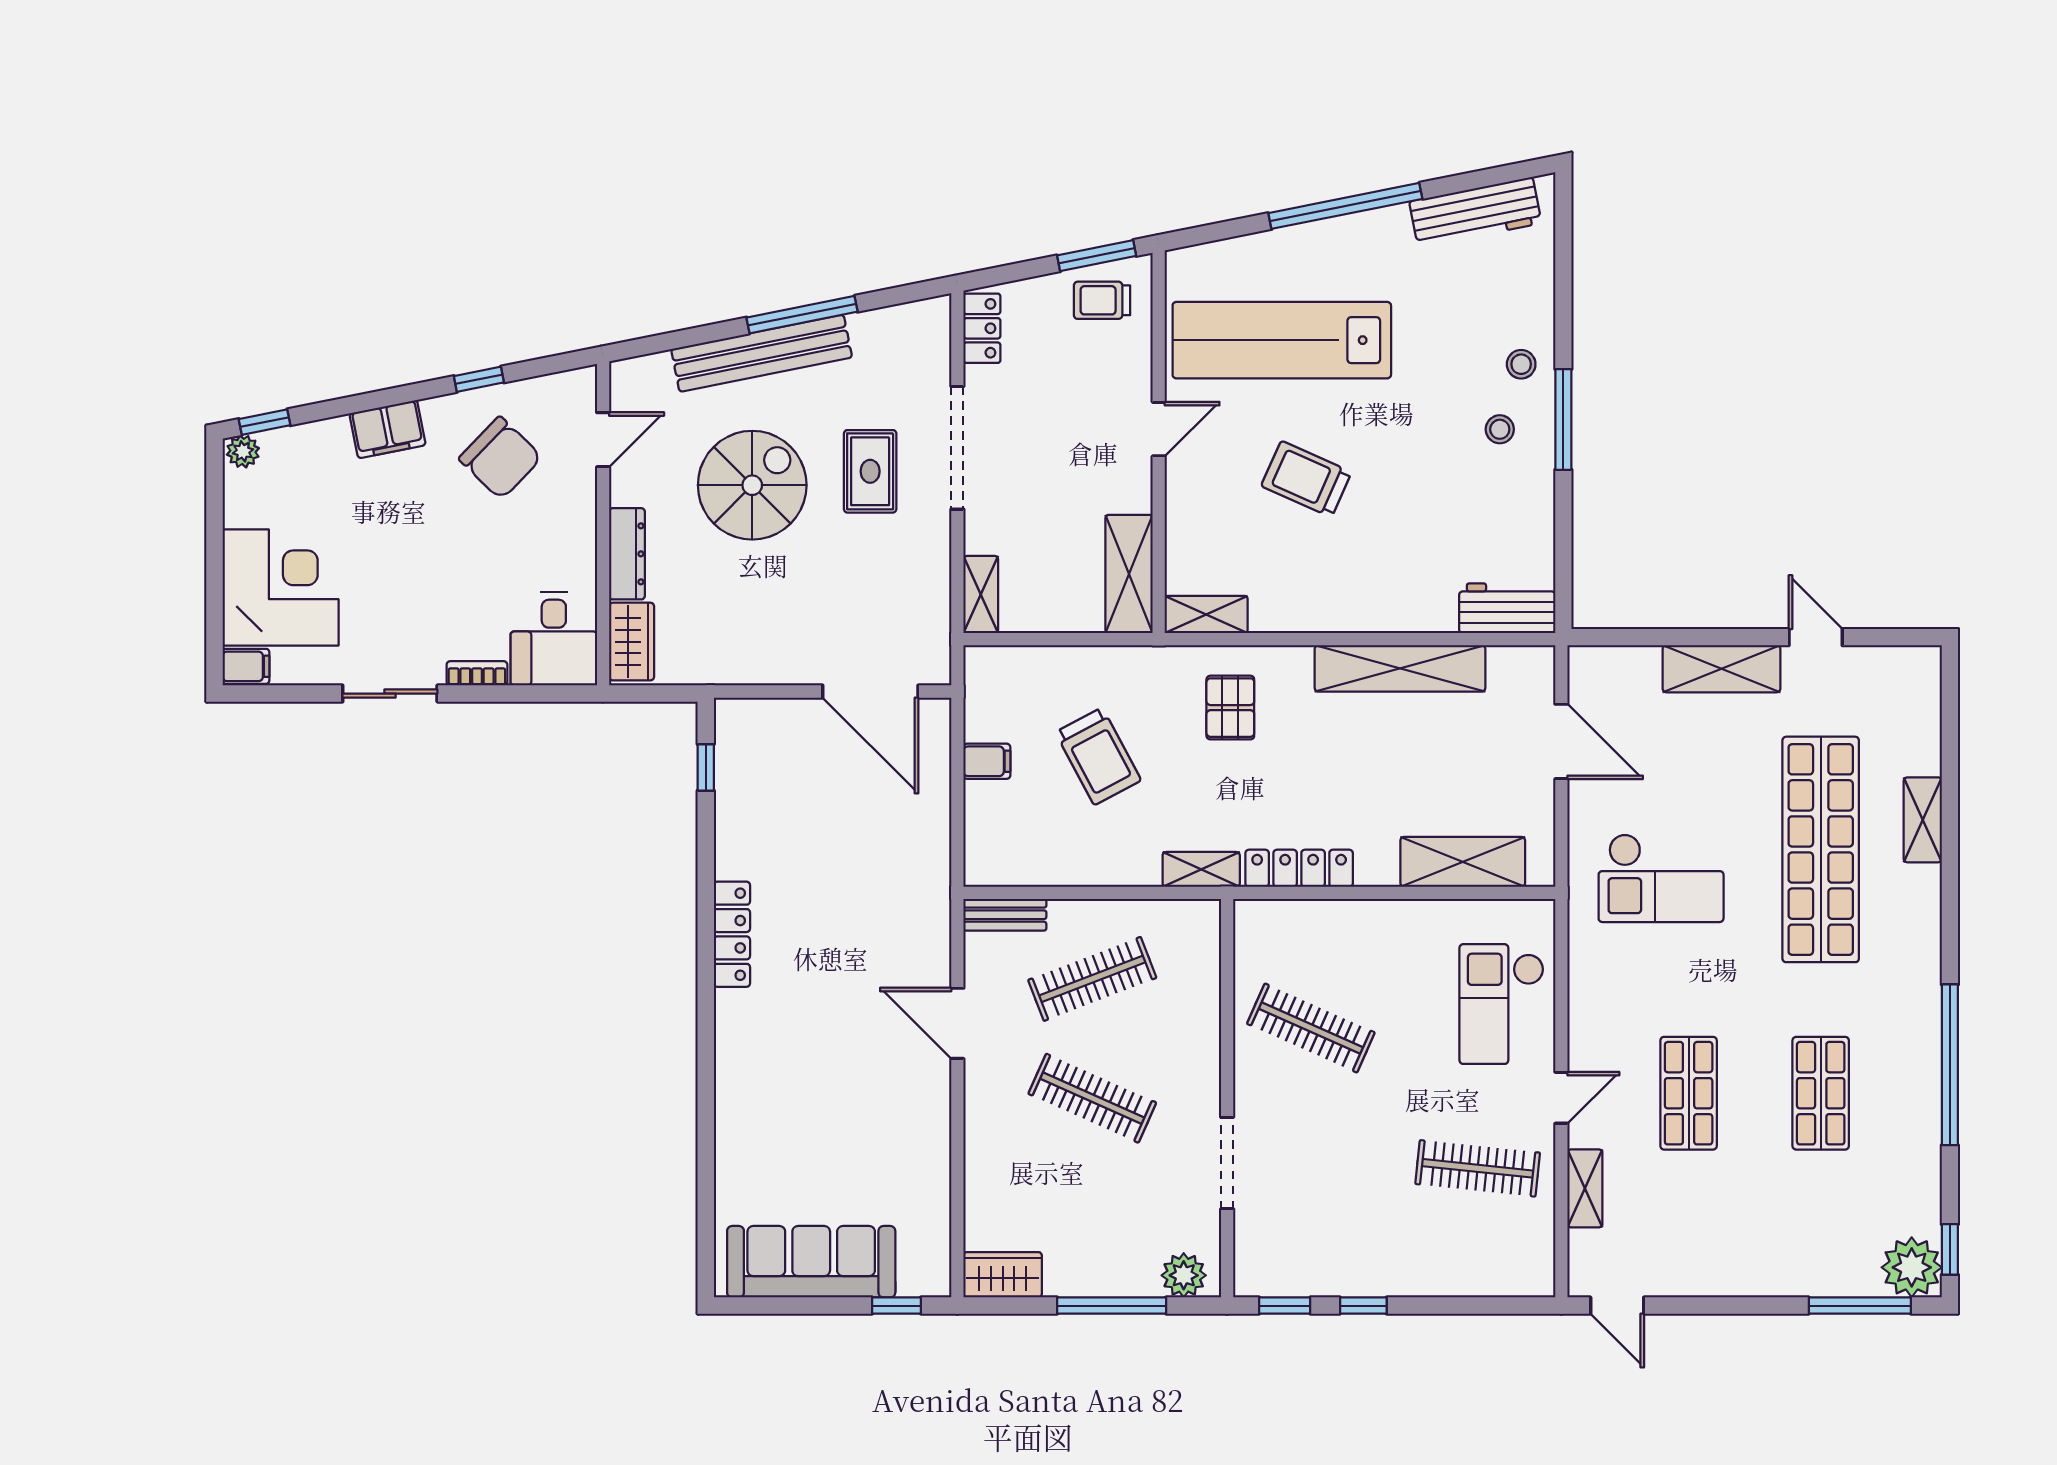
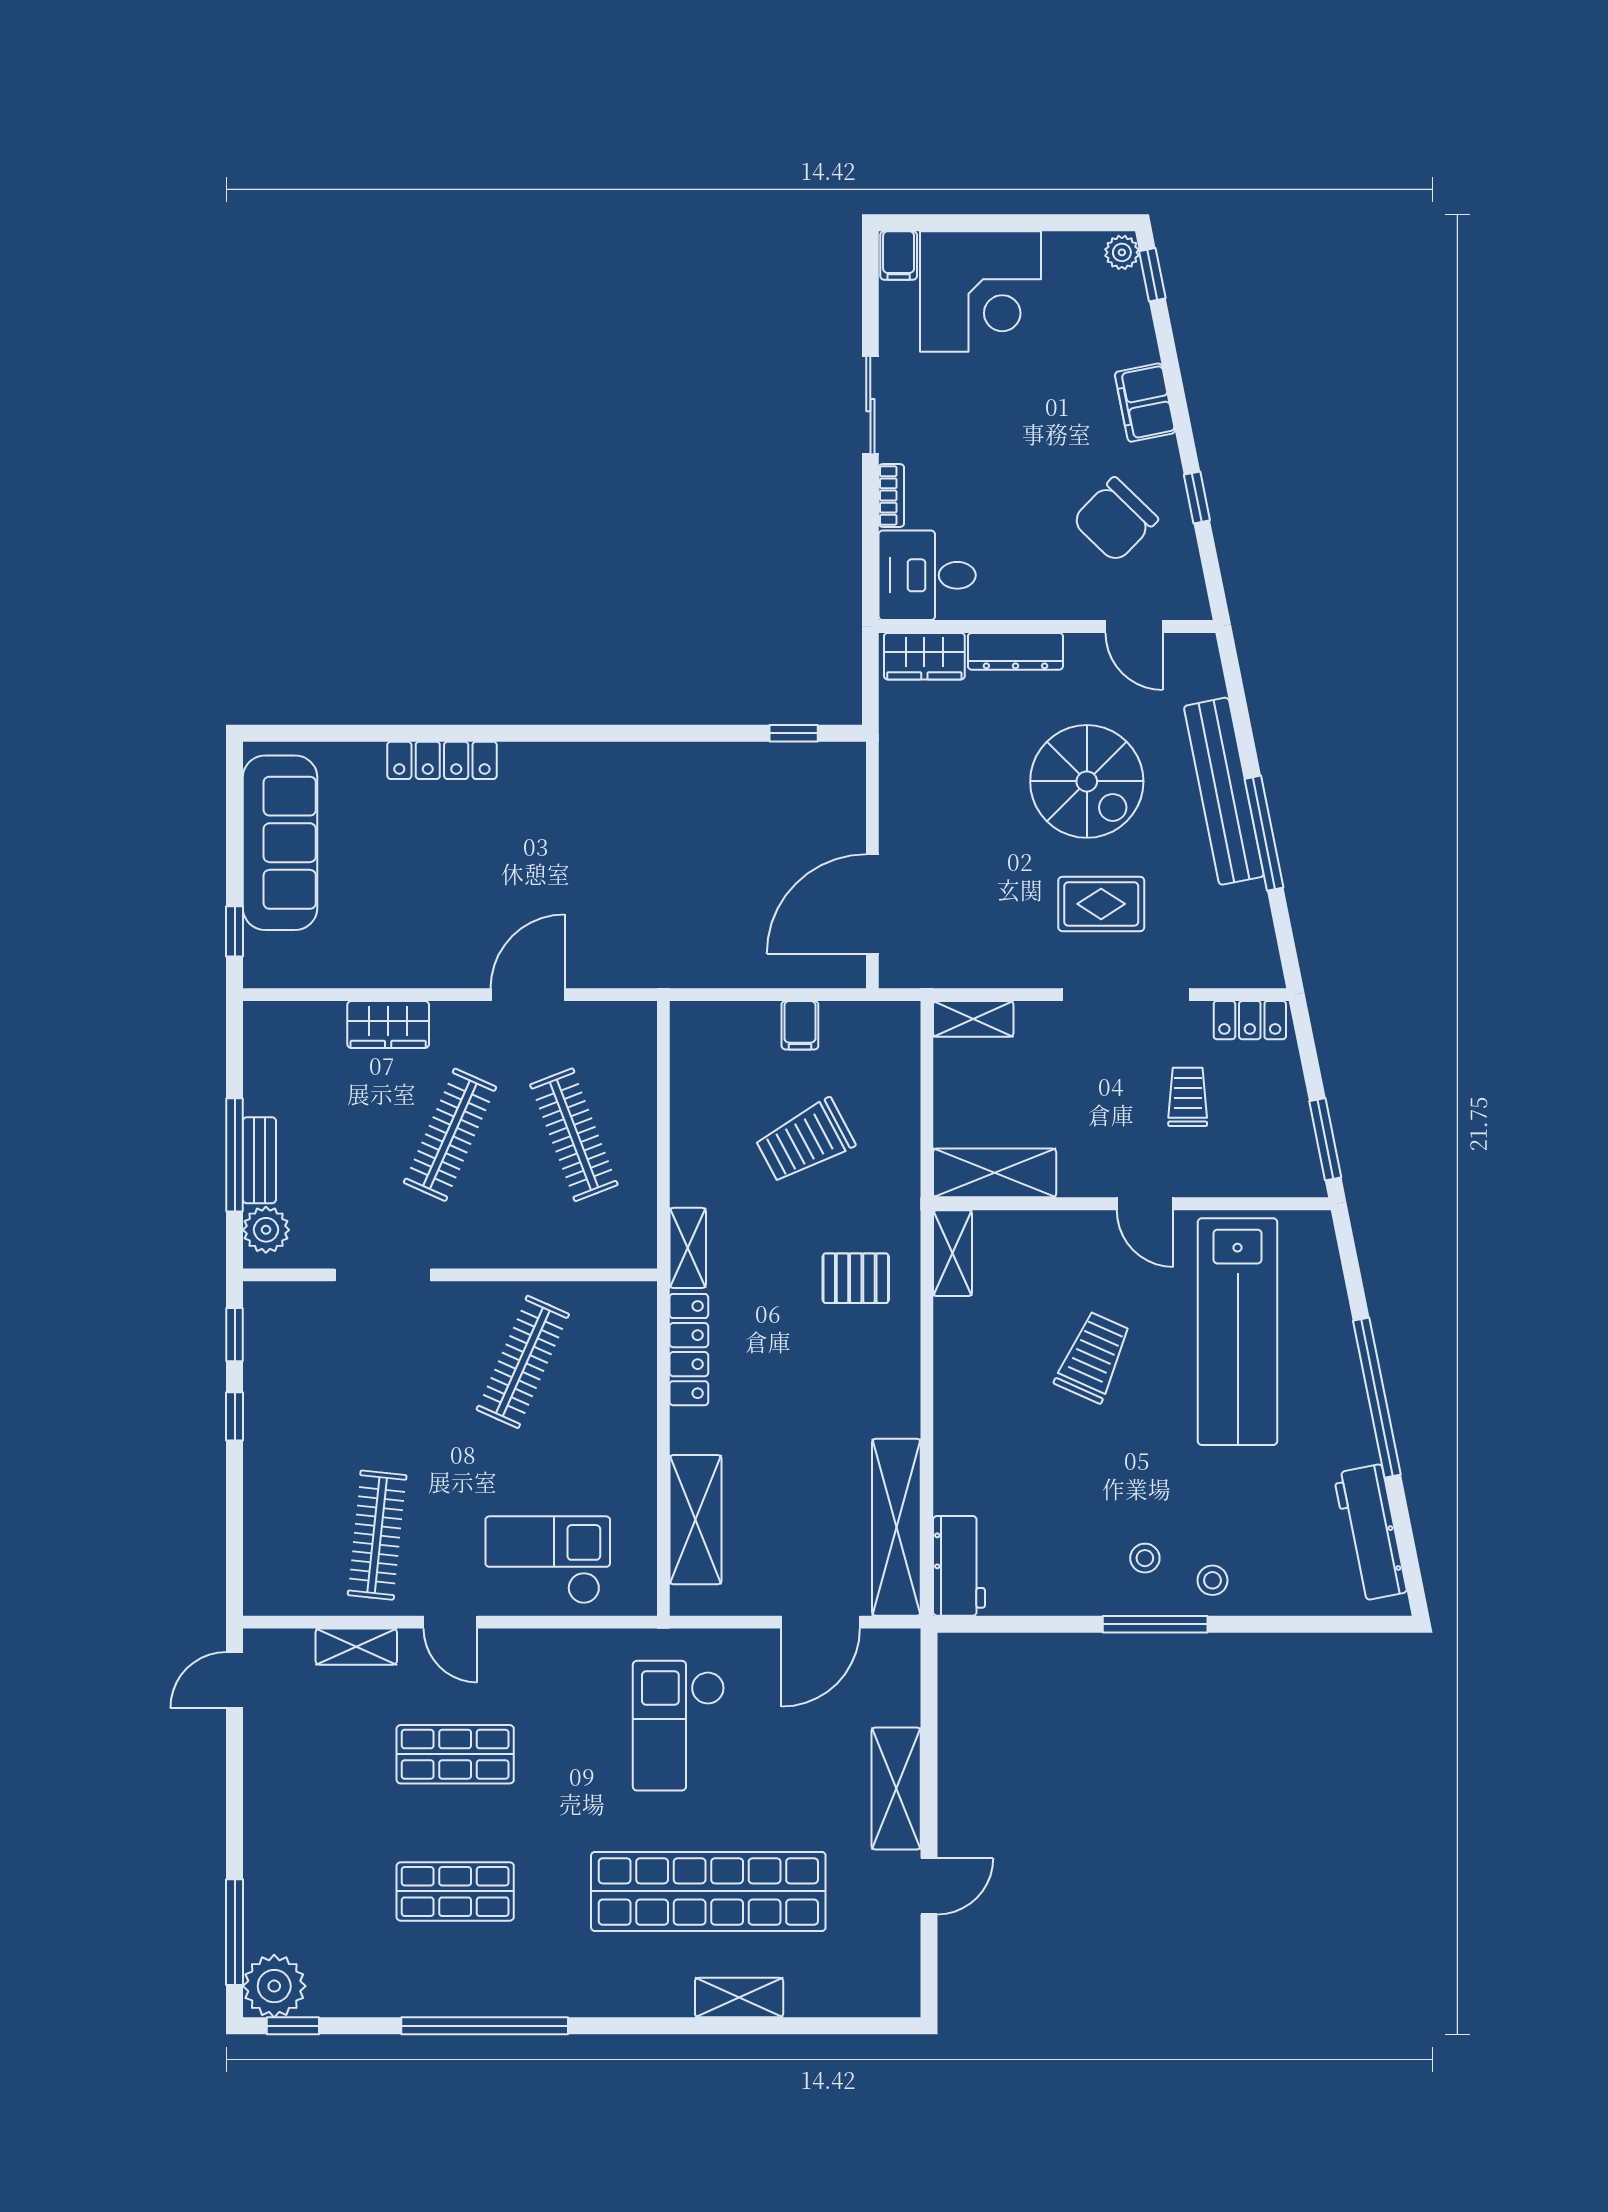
trolley: (1102, 300) -> (1188, 1097), moved
lab bench: (1282, 340) -> (1238, 1332), turned 180
shelving: (1400, 668) -> (896, 1527), moved
bench: (1005, 915) -> (259, 1160), moved
locker: (732, 934) -> (442, 760), moved
wardrobe: (1003, 1275) -> (388, 1025), moved, turned 90

